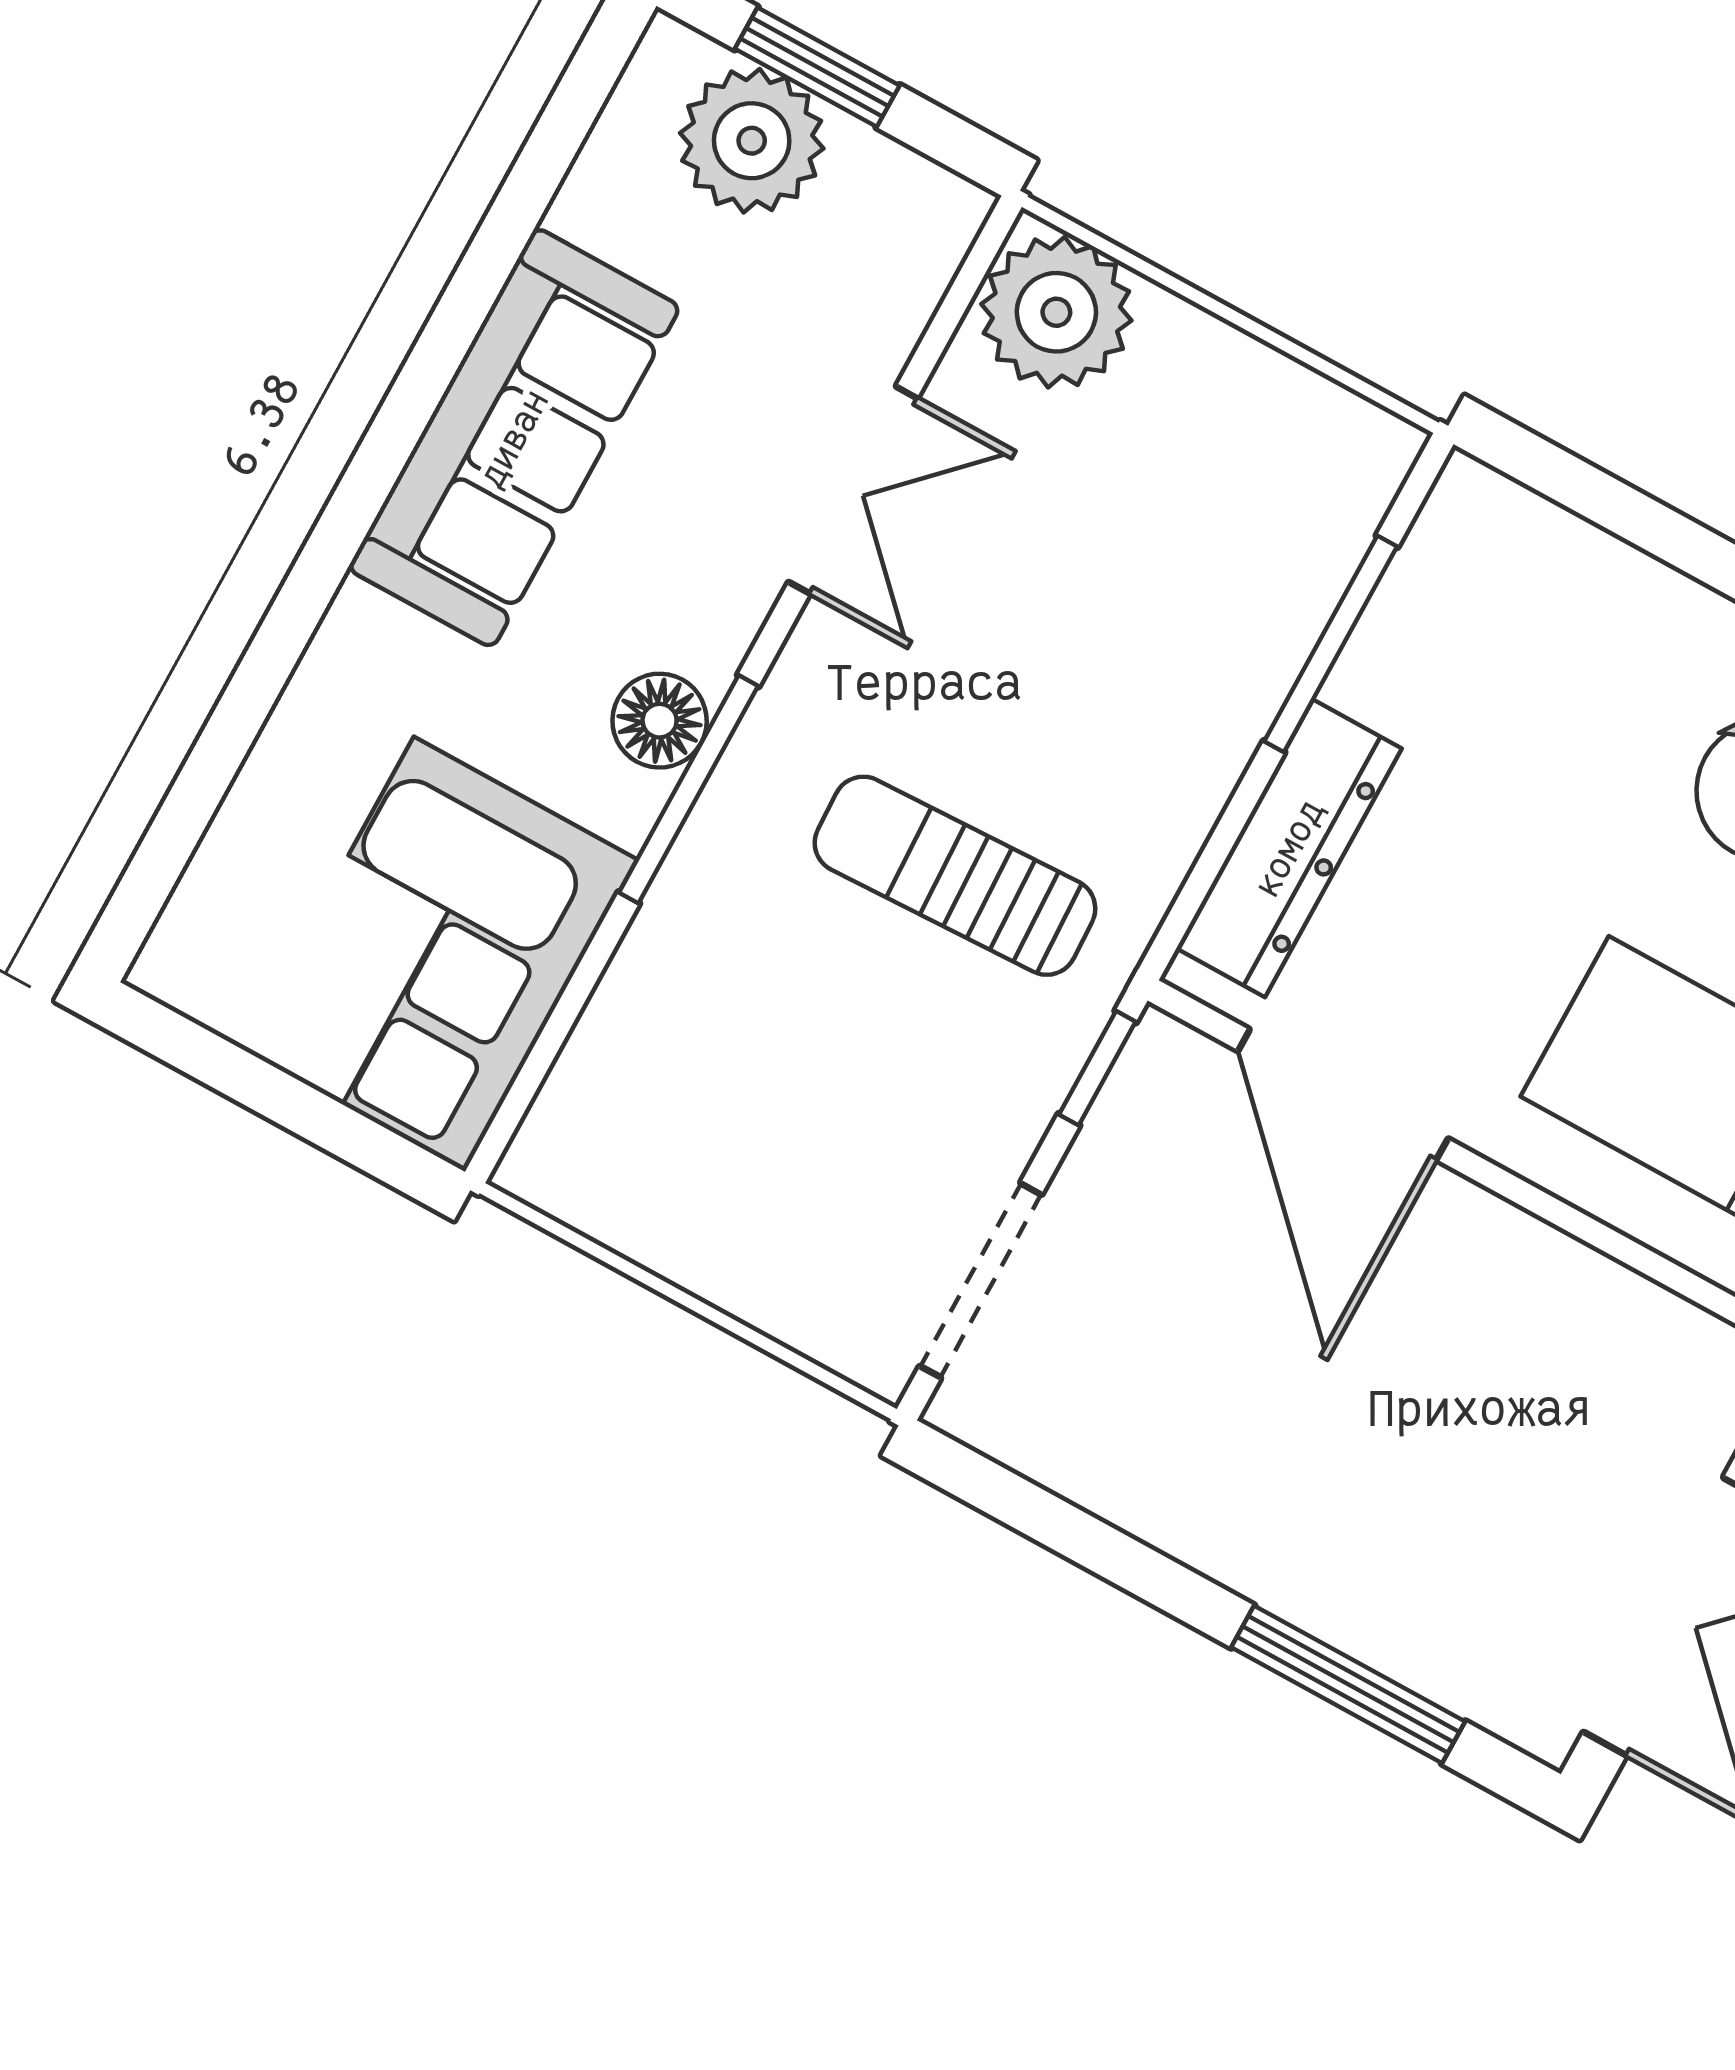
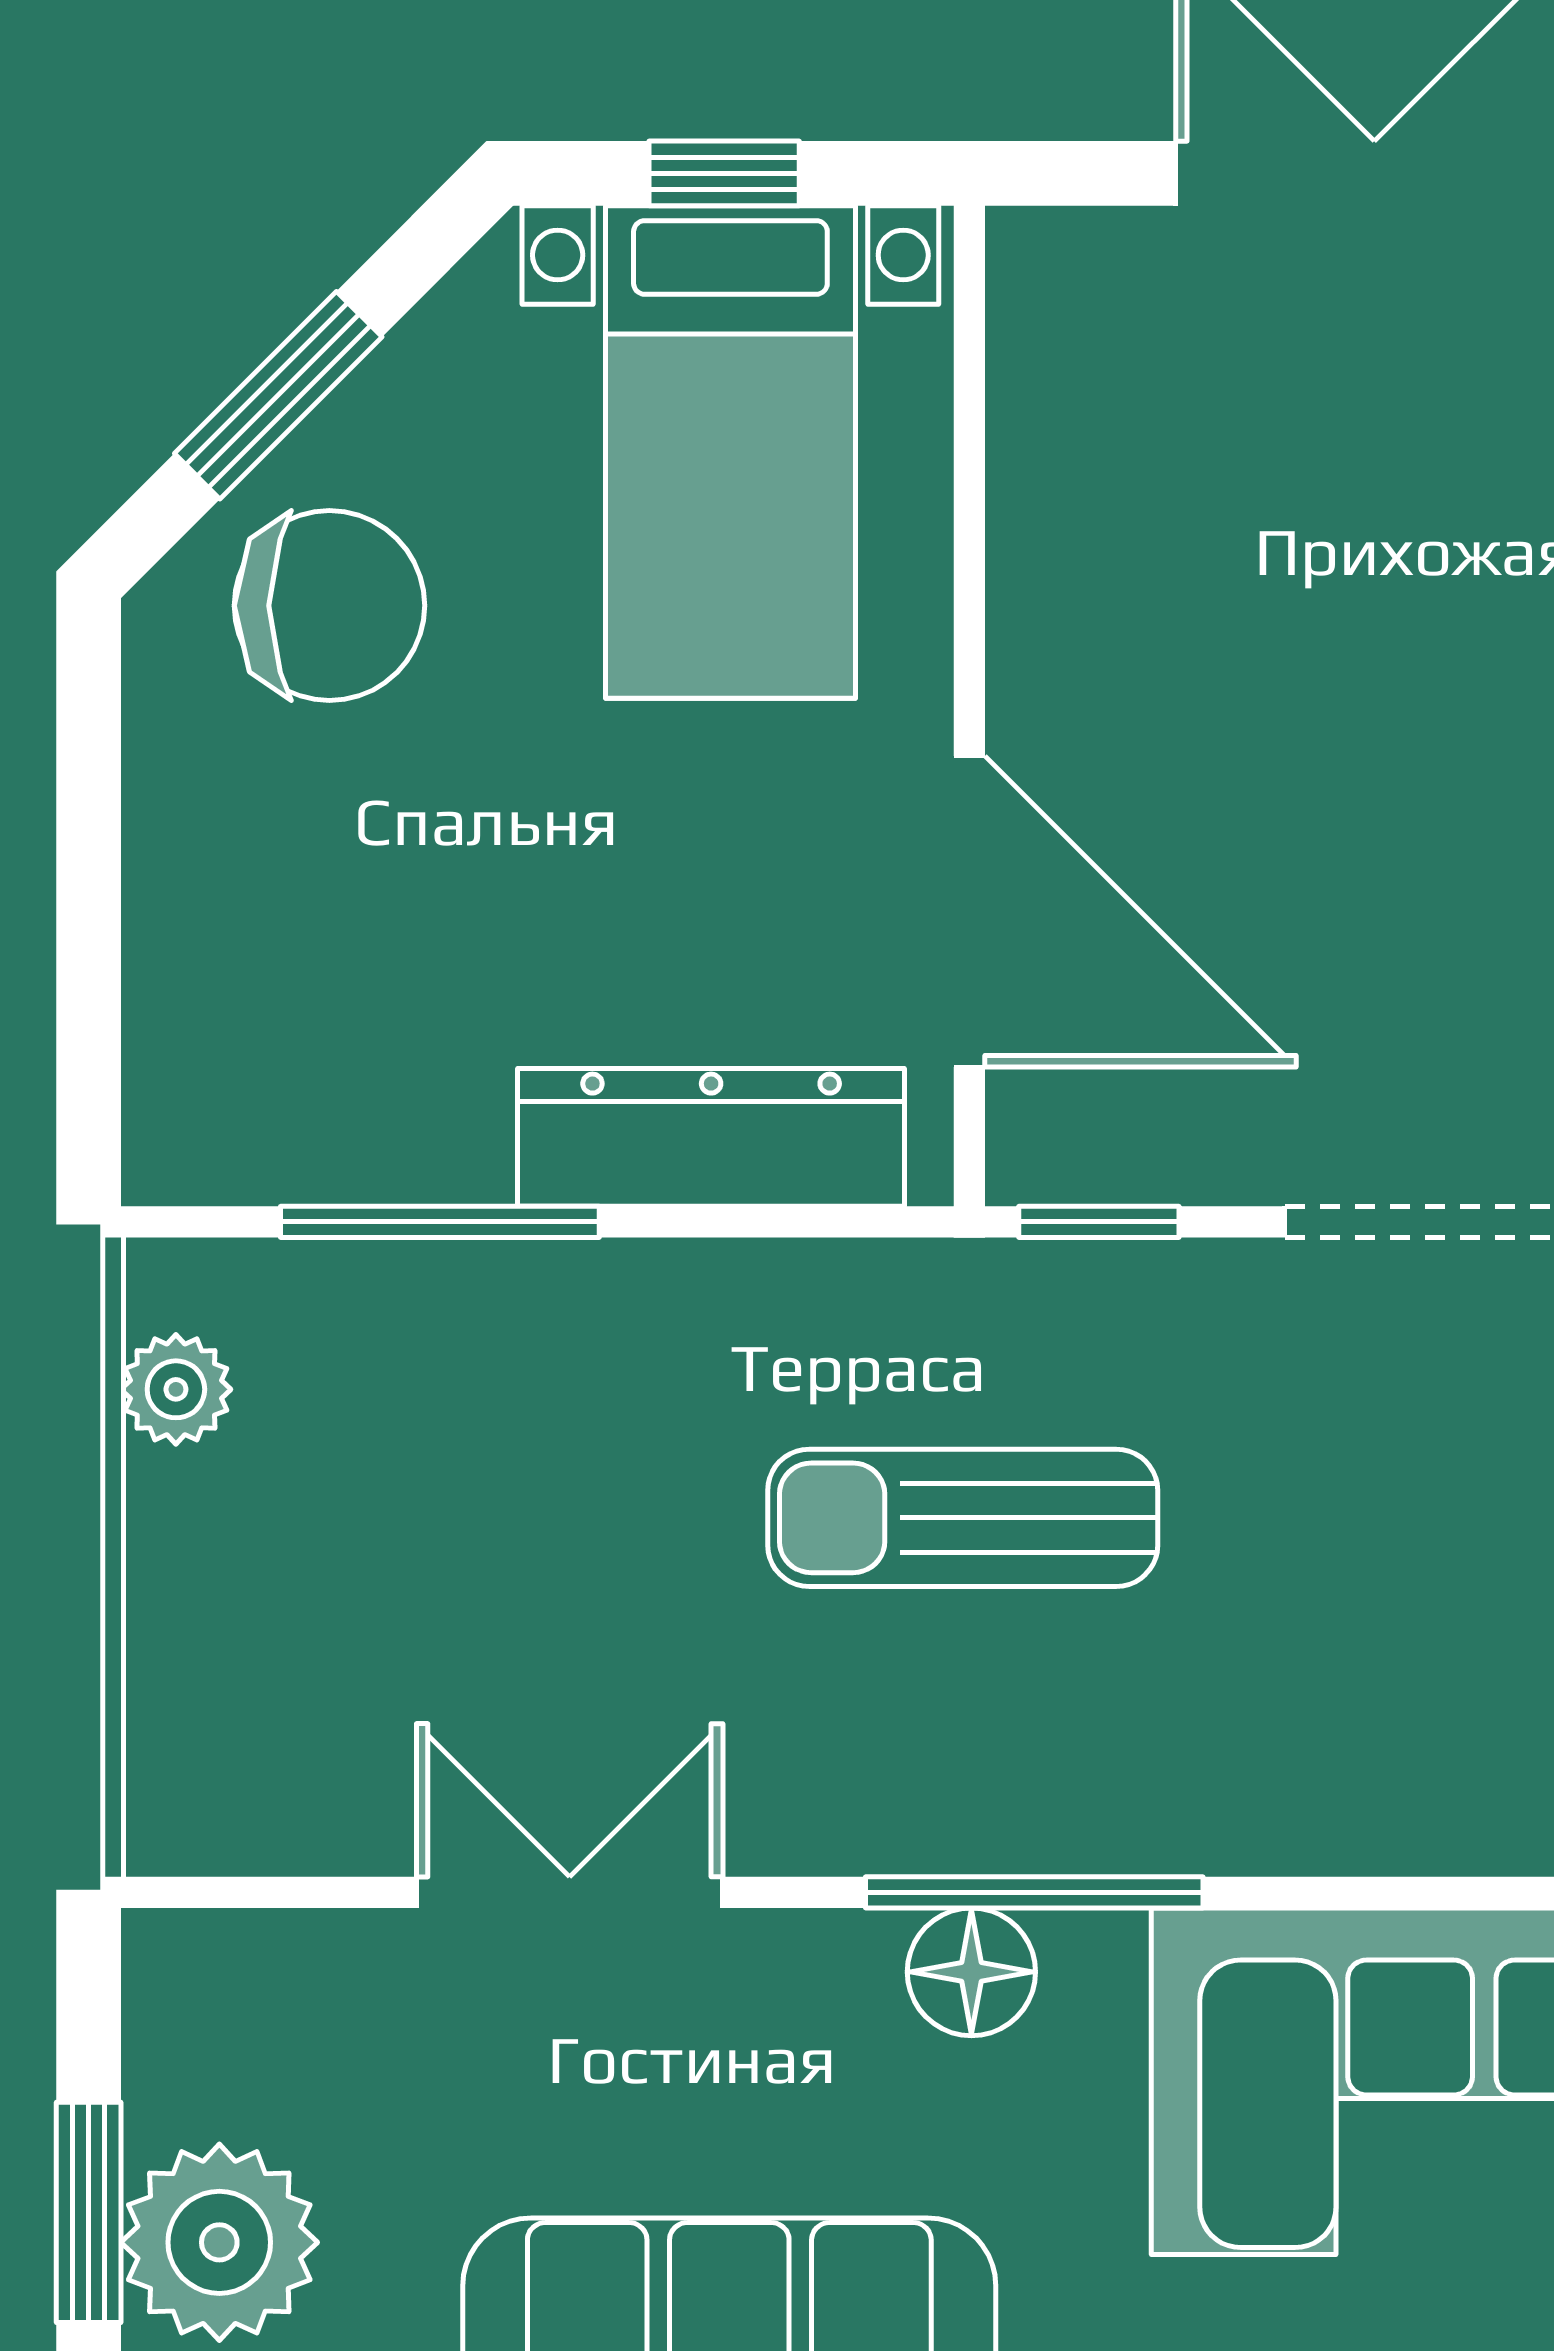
plant: (1056, 312) -> (176, 1389), moved, width x0.53, depth x0.53
sun lounger: (955, 876) -> (963, 1518), turned 92
door: (1343, 1095) -> (969, 911), hinge flipped

